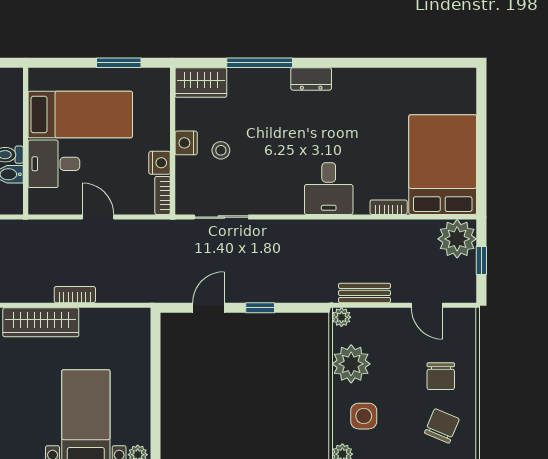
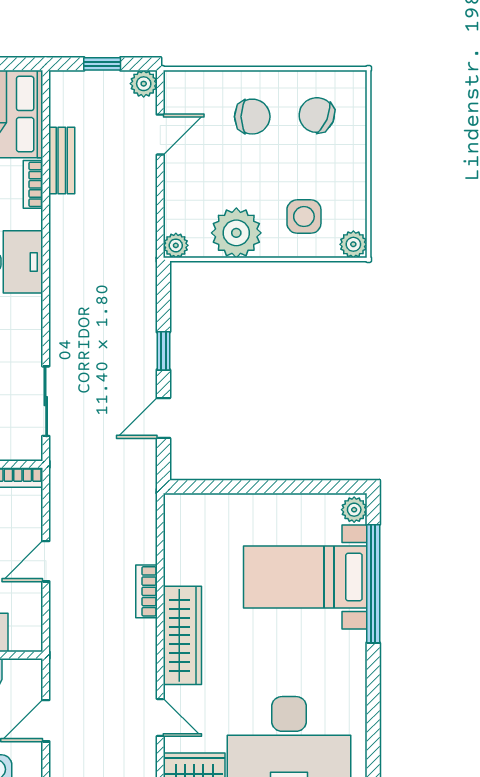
plant: (457, 239) -> (144, 84), moved, width x0.53, depth x0.53
bench: (364, 293) -> (62, 160), moved
door: (208, 308) -> (163, 418), hinge flipped

